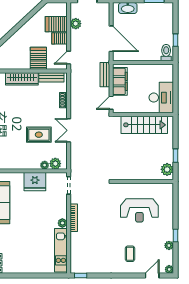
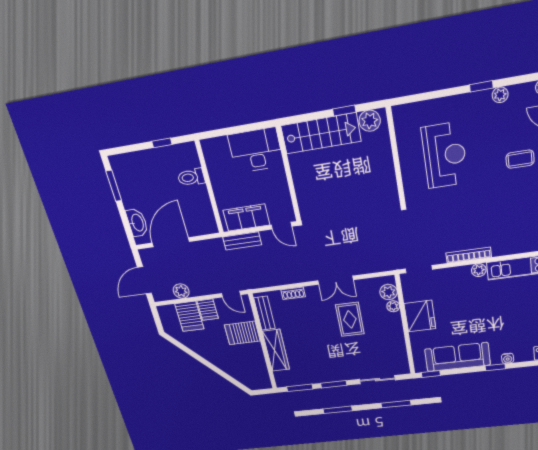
door: (111, 39) -> (171, 242), moved
toilet: (166, 53) -> (191, 177), moved
stairs: (144, 125) -> (321, 133), moved, turned 90

